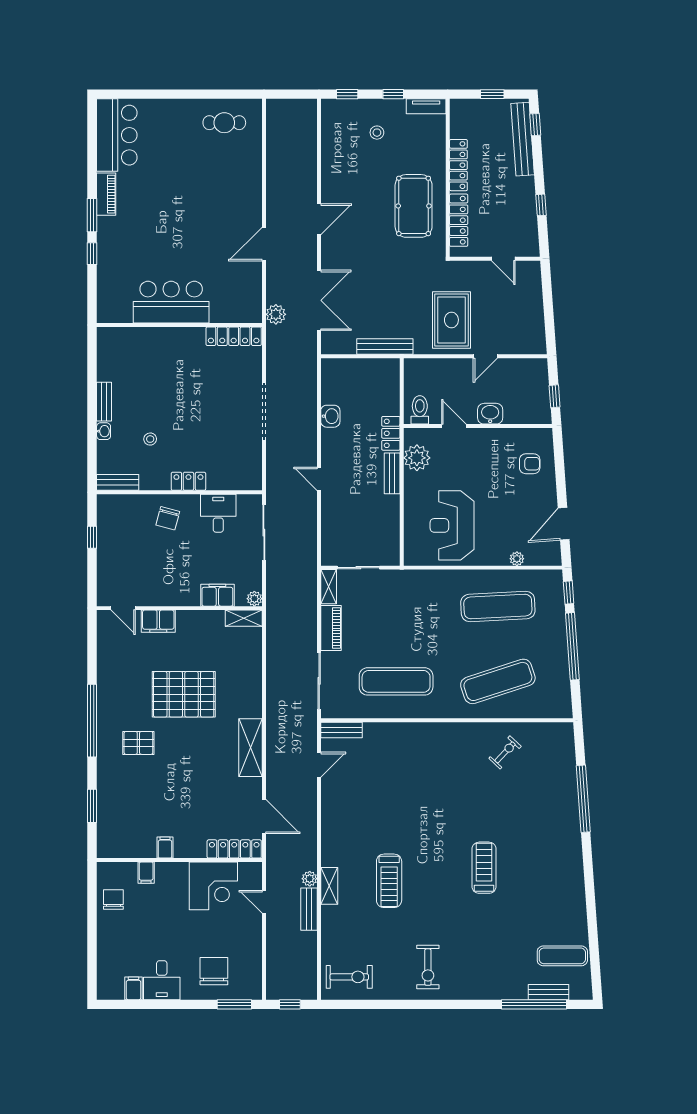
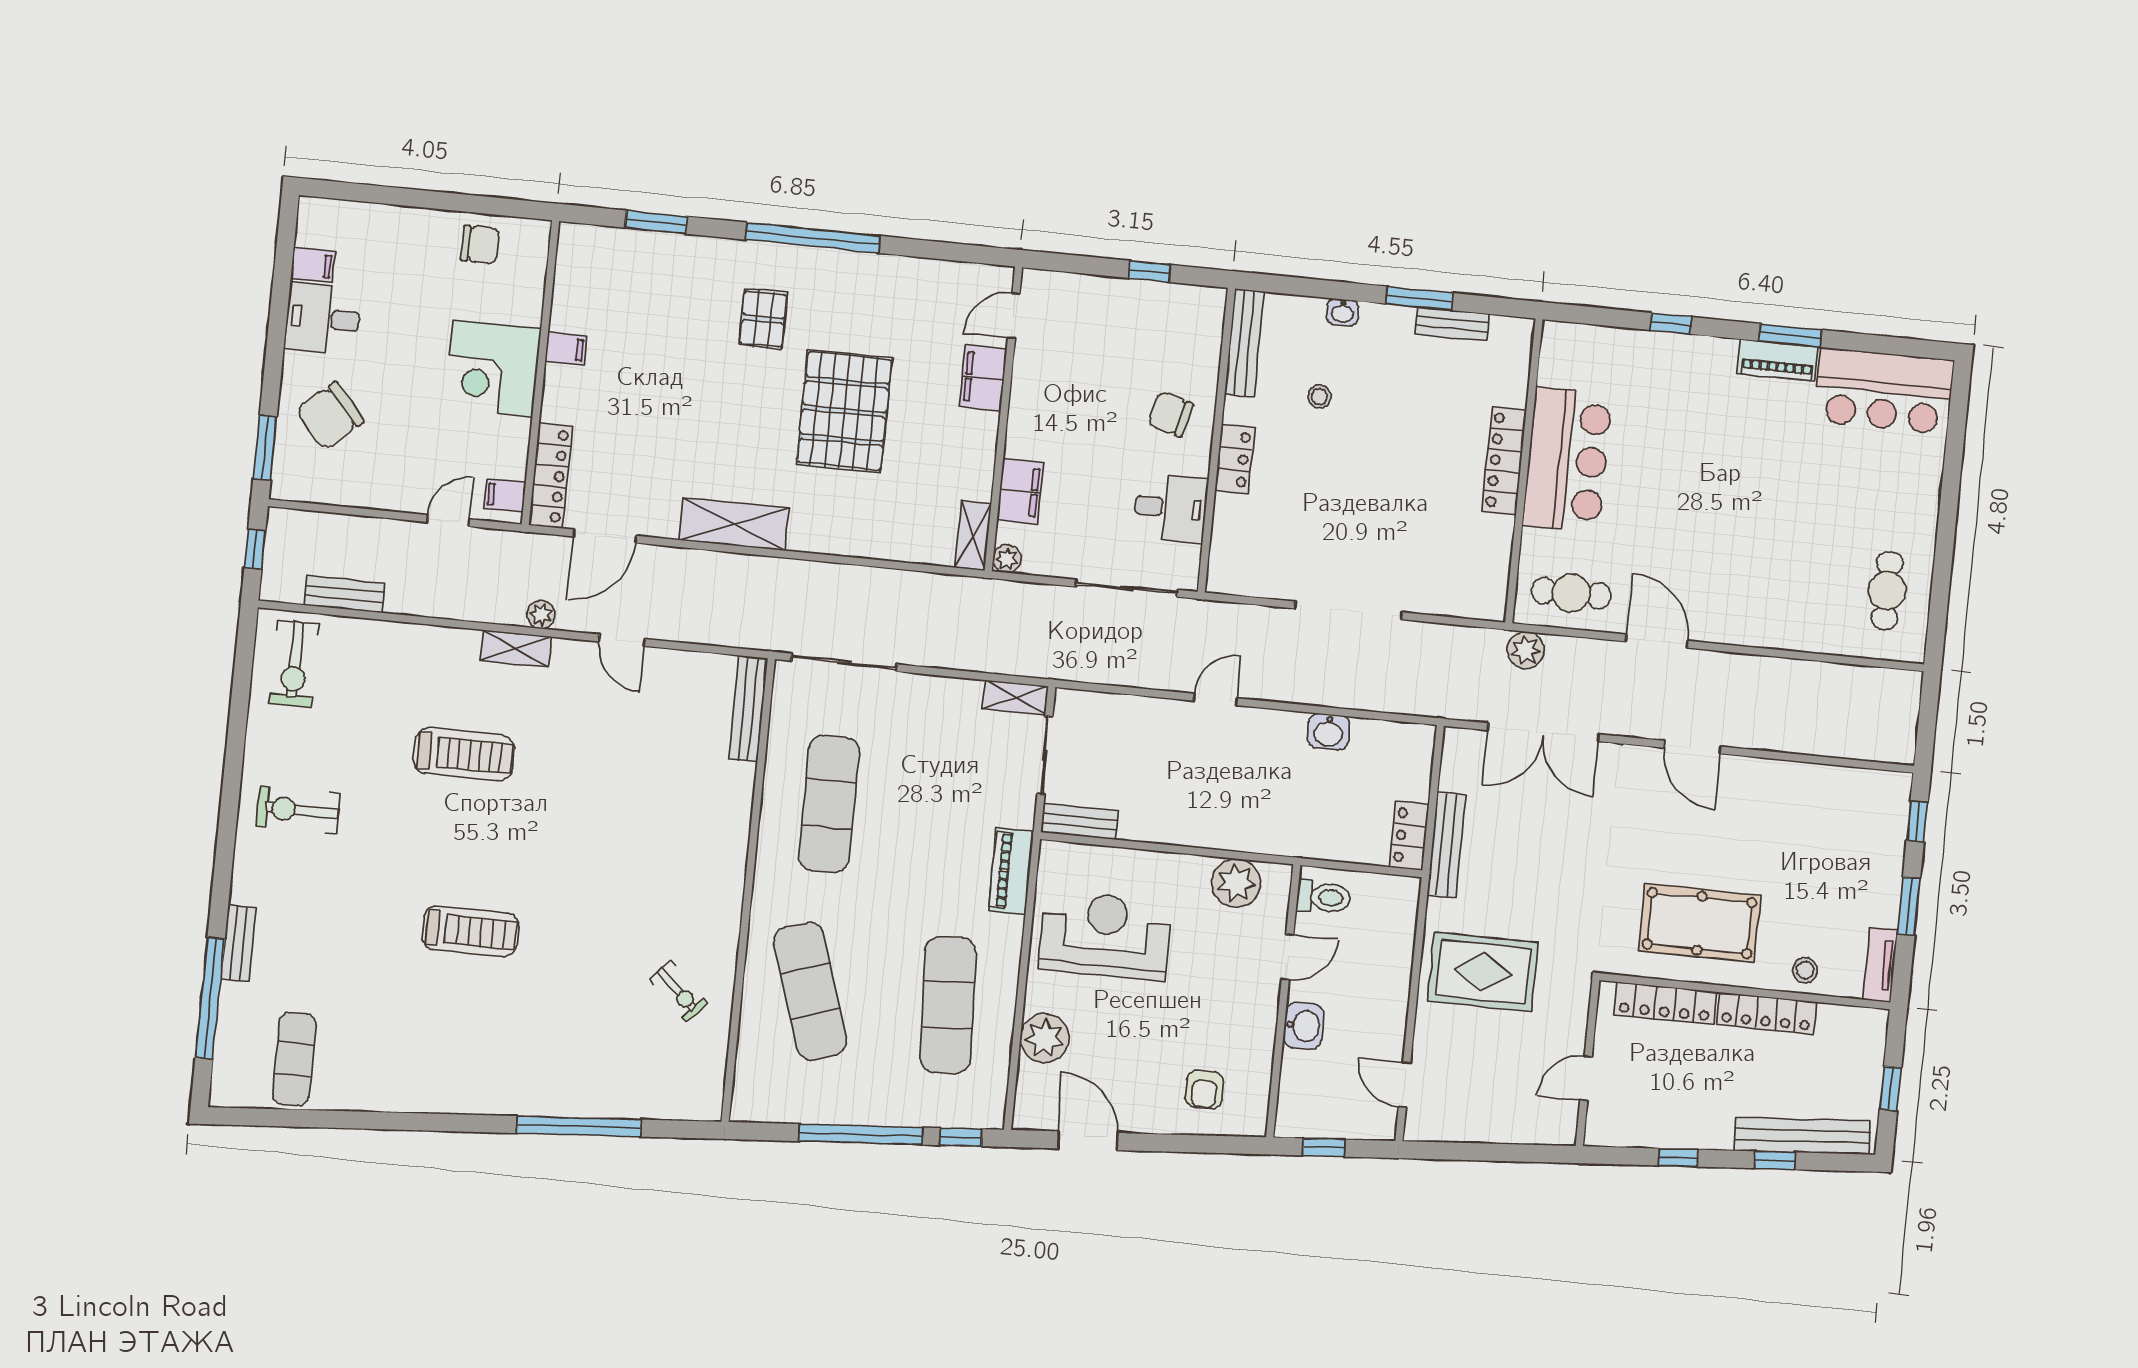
window: (393, 94) -> (1909, 906), width x1.50
window: (535, 125) -> (1775, 1160), moved
stool: (377, 133) -> (1805, 970), moved
window: (92, 215) -> (1790, 335), moved
cafe table: (243, 293) -> (1571, 593), added
locker: (234, 336) -> (1504, 461), moved
door: (485, 356) -> (1405, 1085), moved
window: (92, 390) -> (1419, 298), added
bench: (104, 402) -> (1452, 324), moved
locker: (391, 433) -> (1409, 836), moved, turned -90
bench: (392, 473) -> (1080, 822), moved
bench: (118, 482) -> (1244, 343), width x1.36
plant: (517, 559) -> (1045, 1038), width x1.88, depth x1.88
piano: (331, 628) -> (1011, 871), moved, turned 90
bench: (342, 730) -> (748, 709), width x1.36
door: (319, 765) -> (622, 640), moved
filing cabinet: (146, 873) -> (505, 495), moved
plant: (310, 879) -> (541, 615), moved
treadmill: (389, 881) -> (464, 754), turned 180
corner desk: (213, 886) -> (493, 369), moved
shelving: (329, 886) -> (516, 649), moved
bench: (309, 909) -> (344, 594), moved
chair: (214, 971) -> (330, 416), turned 139
bench: (548, 992) -> (238, 943), moved

